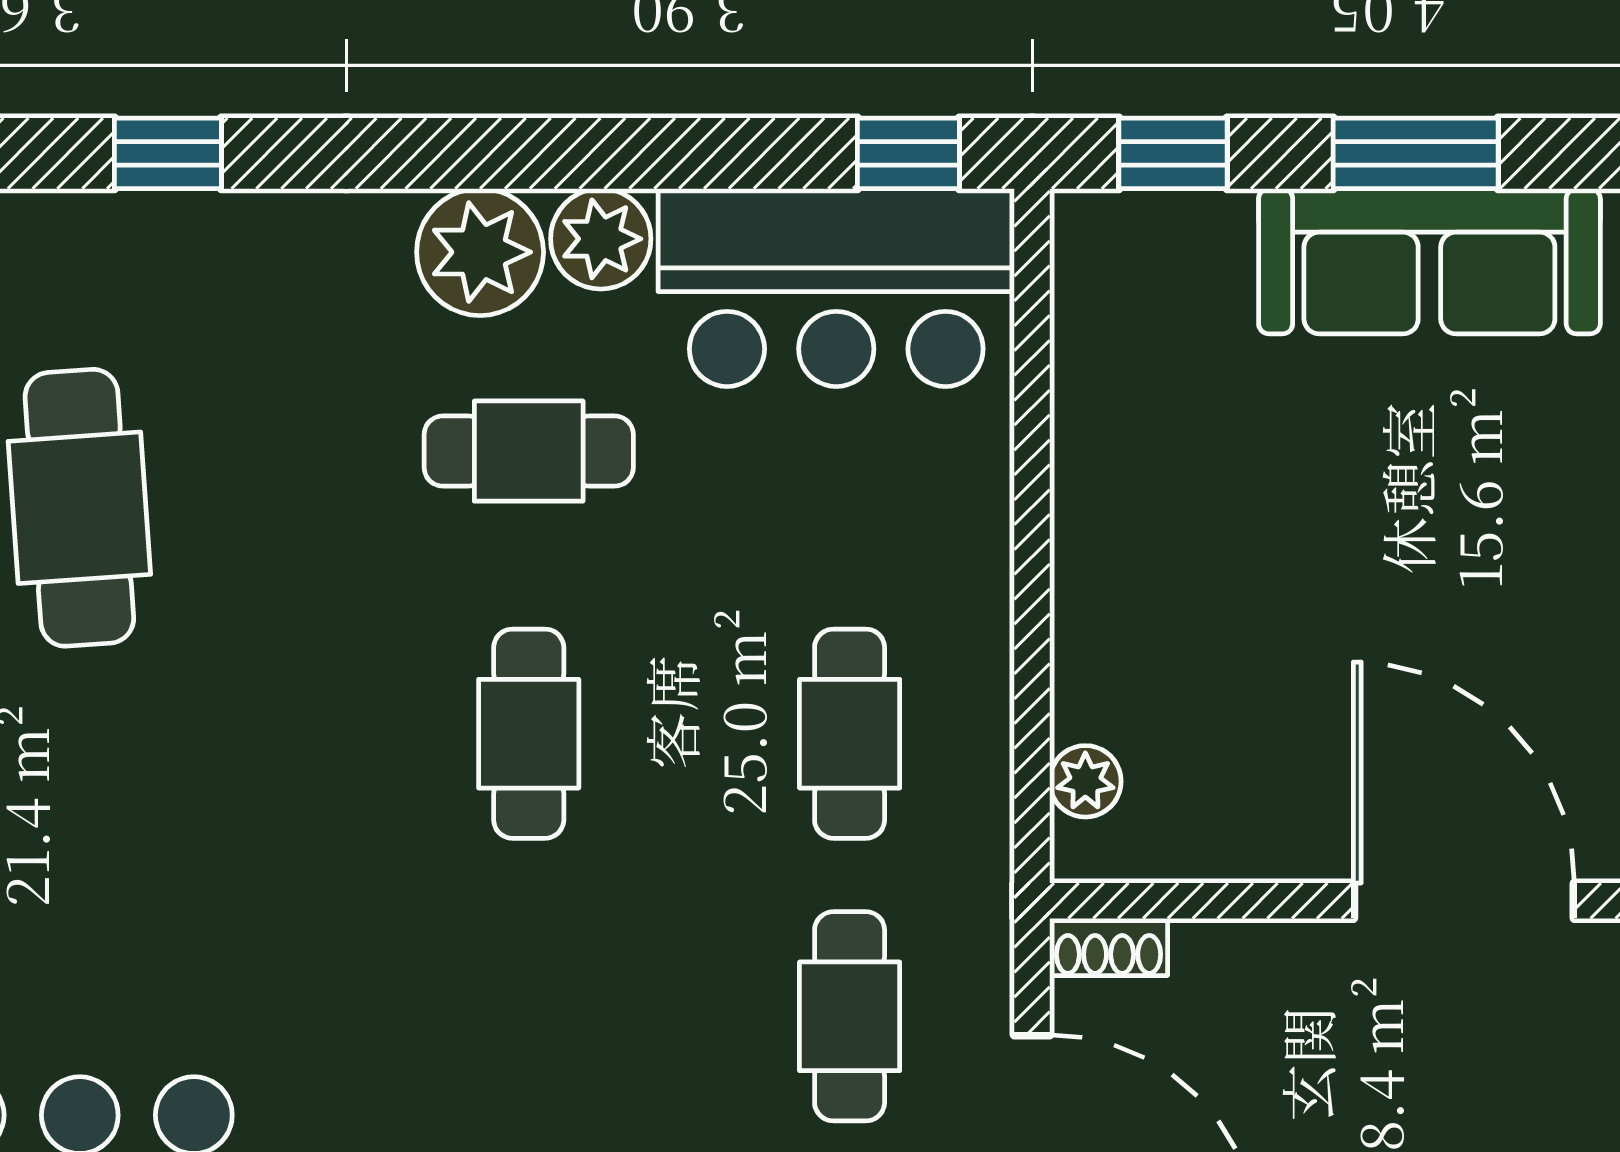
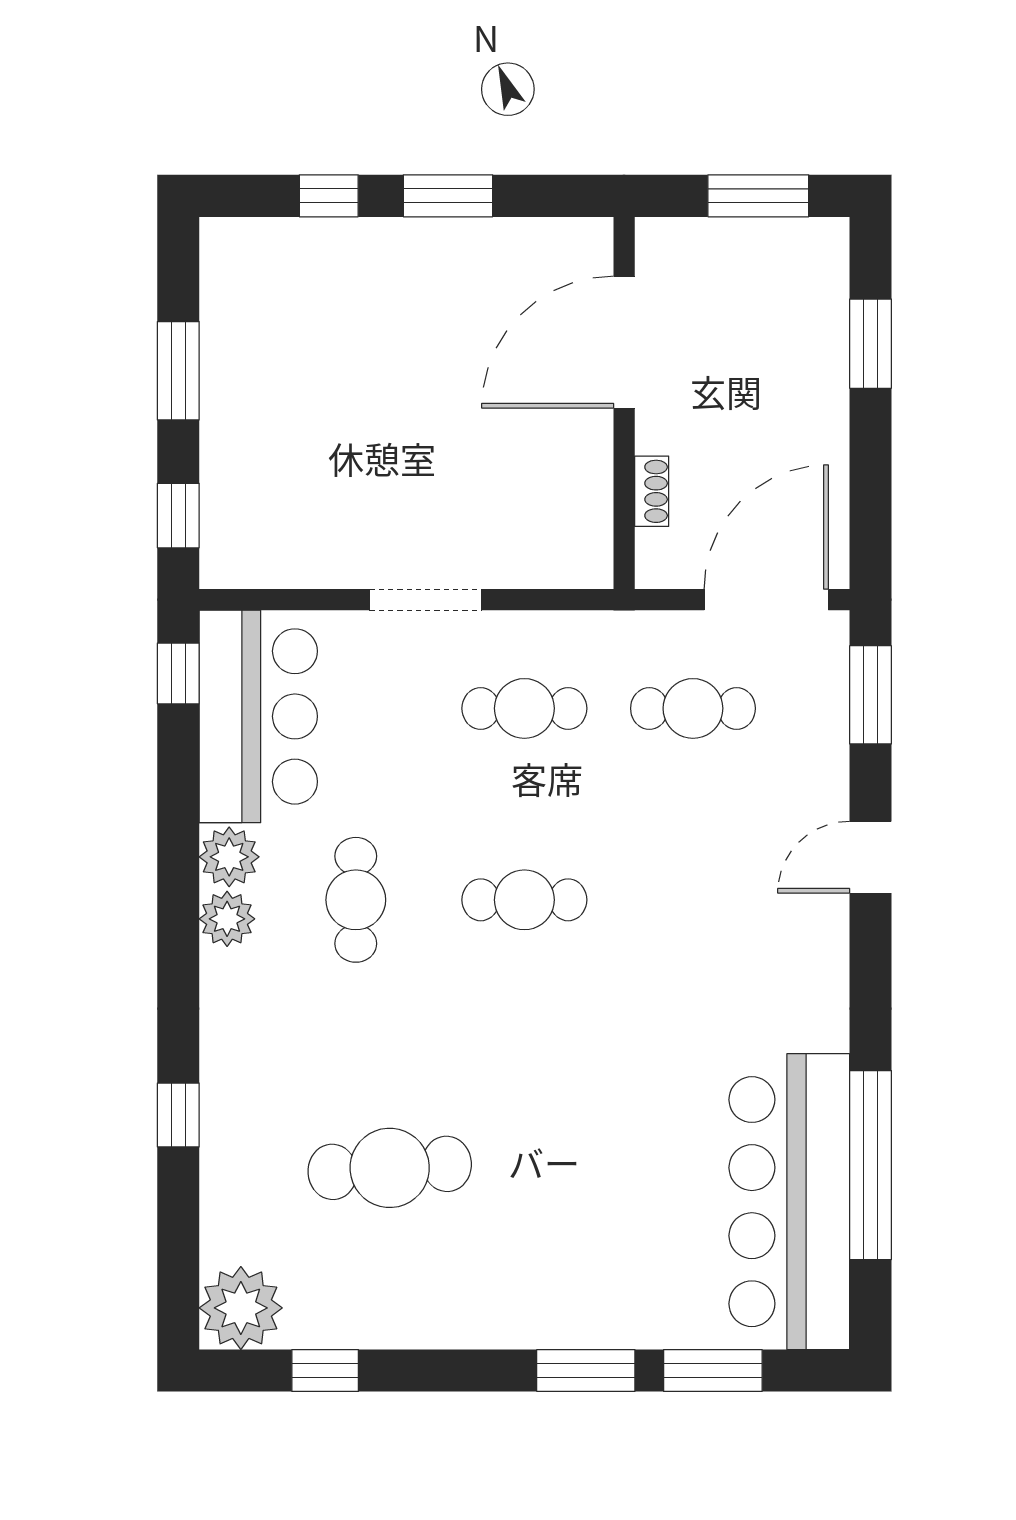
plant: (480, 252) -> (227, 919), width x0.73, depth x0.73
sofa: (1429, 261) -> (243, 363), removed
doorway: (1032, 568) -> (426, 600), added
plant: (1085, 781) -> (553, 568), removed
shoe rack: (1109, 947) -> (652, 491), moved

